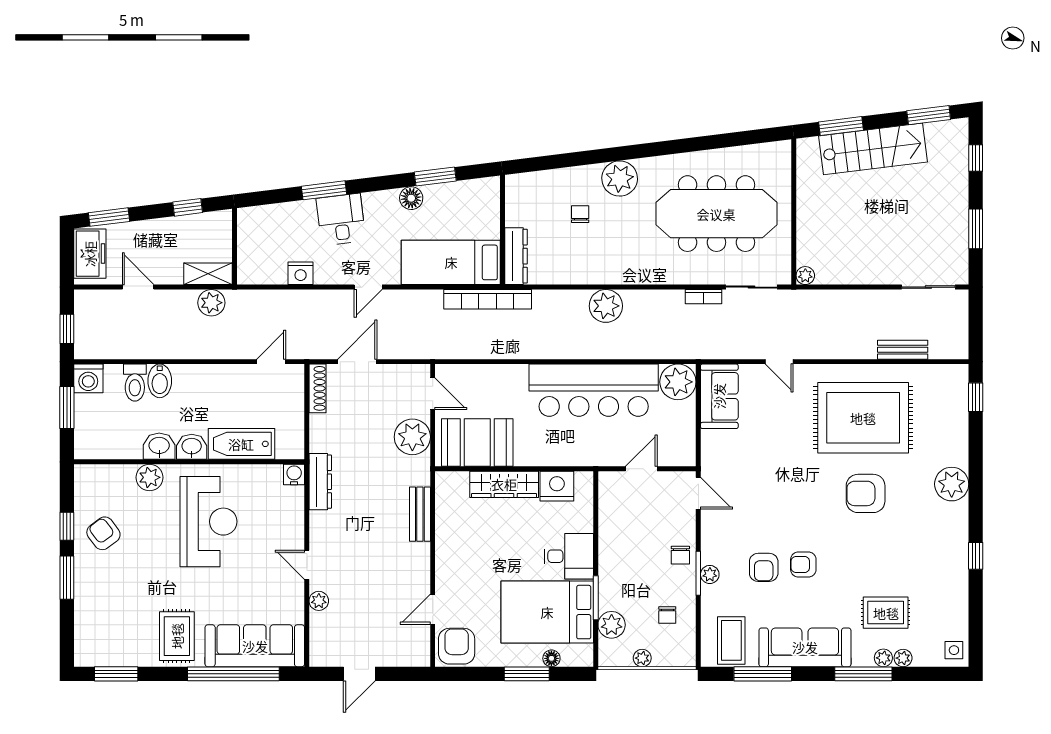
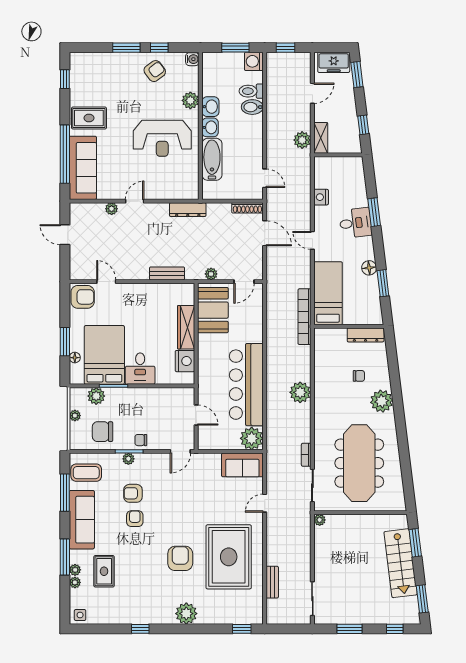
dresser: (516, 256) -> (366, 335), moved
plant: (412, 437) -> (211, 274), width x0.53, depth x0.53
water cooler: (294, 474) -> (192, 59), moved
chair: (667, 615) -> (103, 432), width x1.87, depth x1.87
window: (116, 674) -> (65, 79), width x0.67

